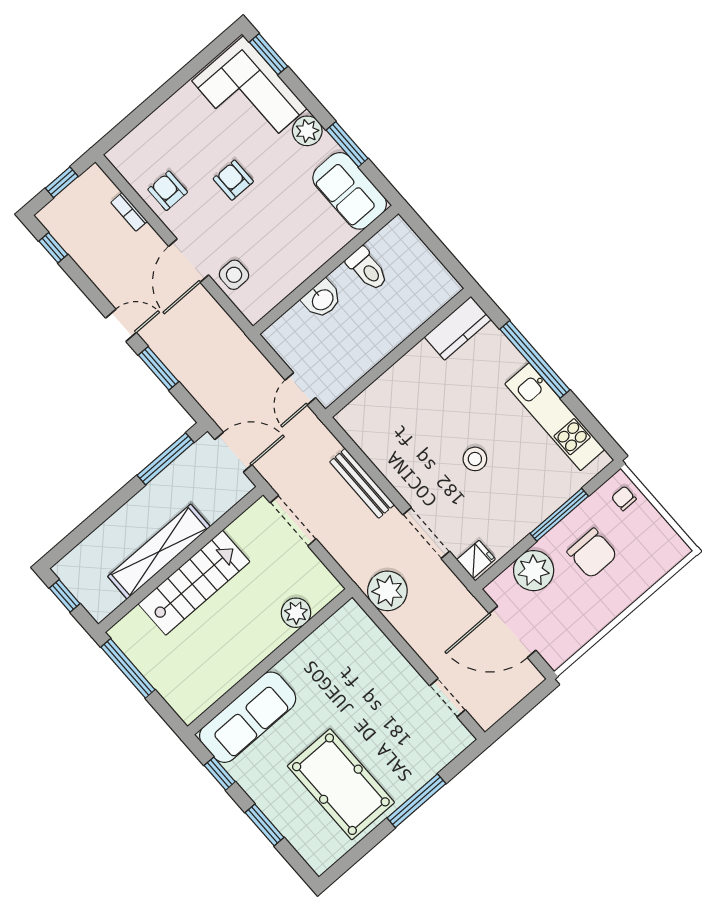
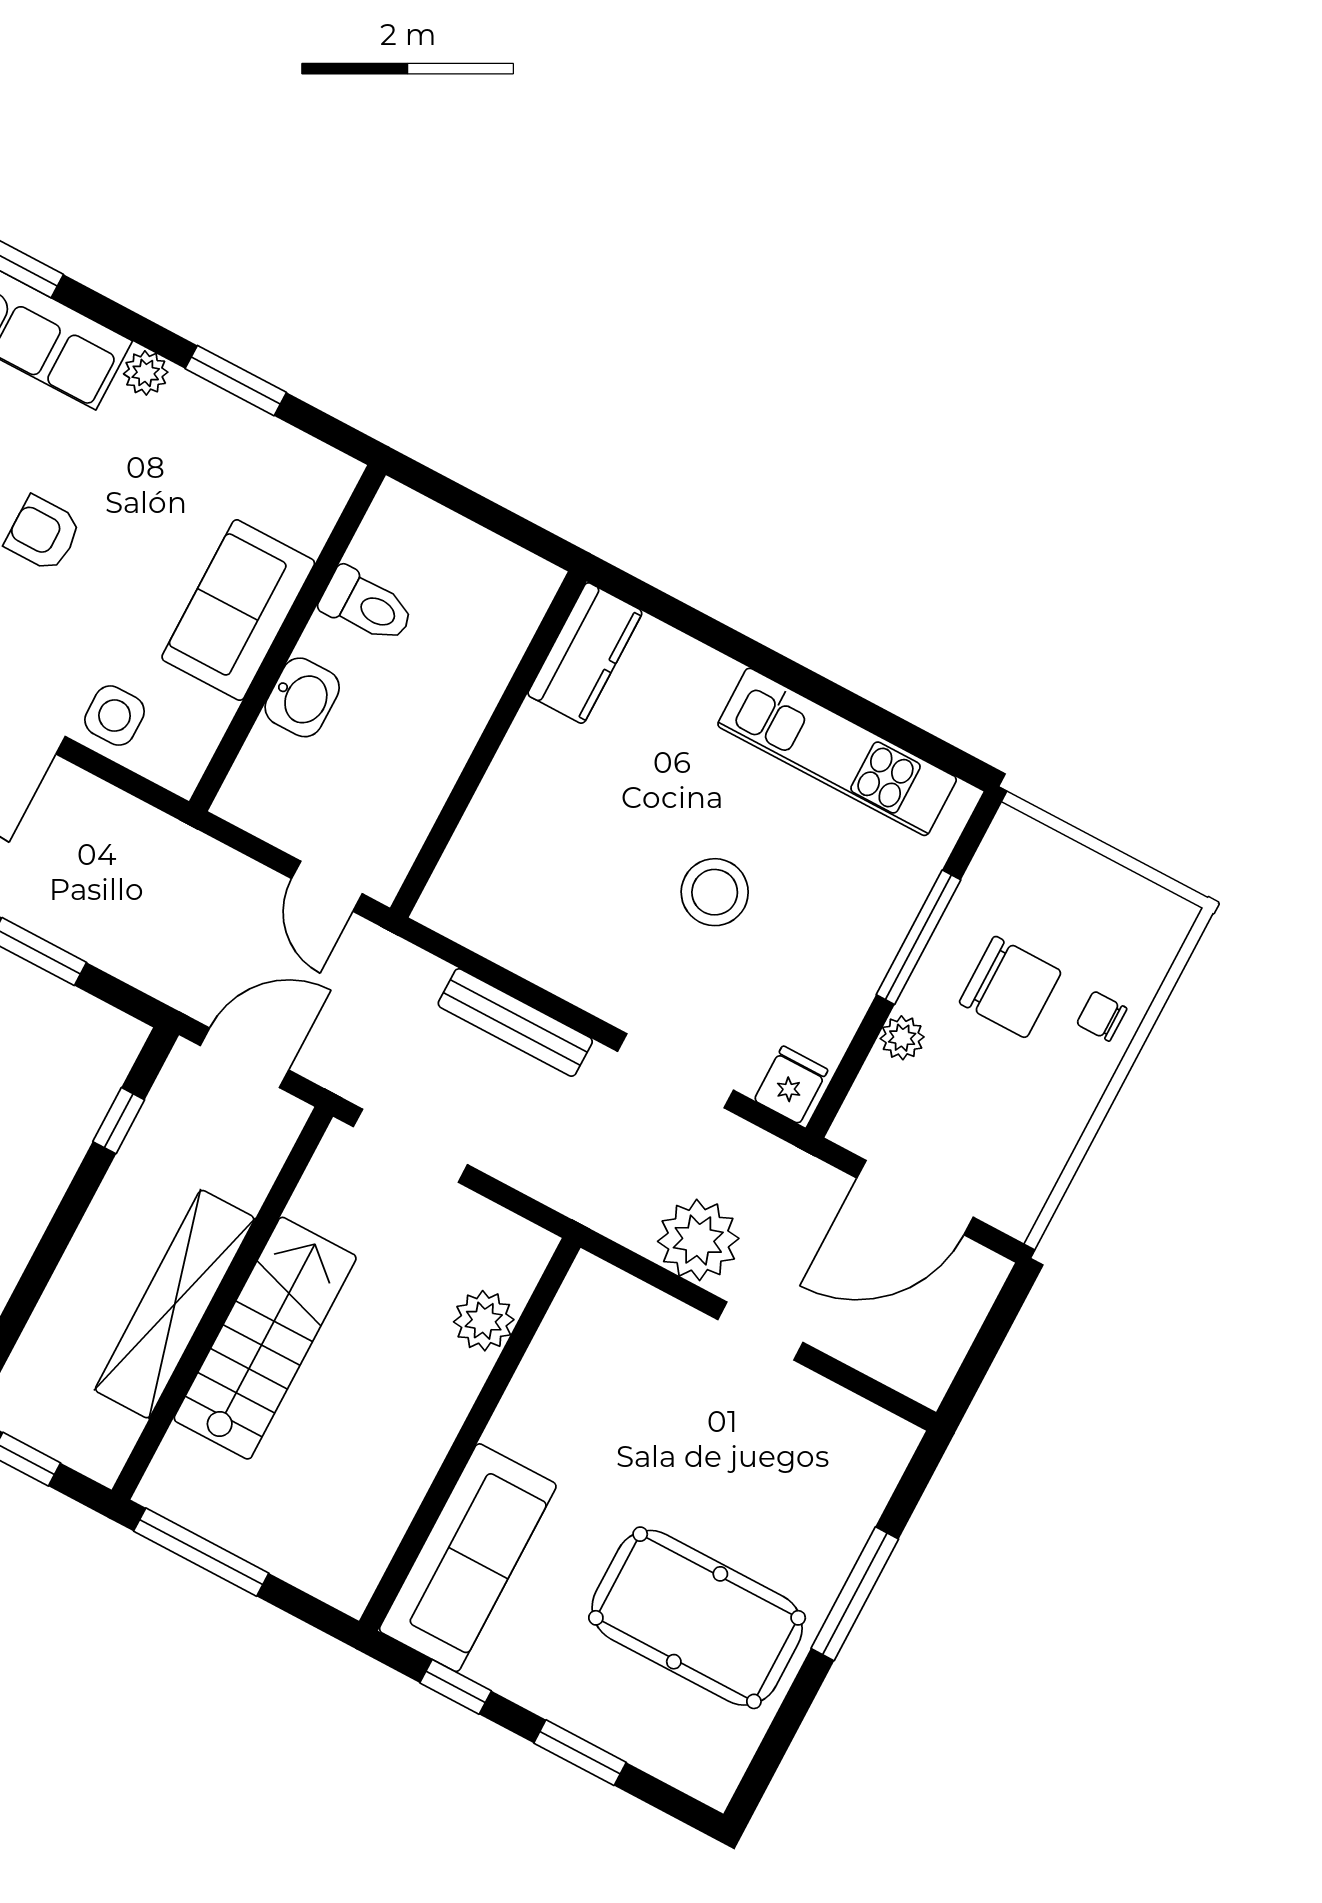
plant: (307, 131) -> (146, 373), width x0.73, depth x0.73
sofa: (350, 191) -> (238, 610), moved, turned 90
window: (535, 359) -> (757, 656), removed
window: (166, 459) -> (119, 1121), width x0.46
stool: (475, 459) -> (715, 892), width x1.38, depth x1.38
chair: (624, 498) -> (1102, 1016), moved
plant: (534, 571) -> (902, 1038), width x0.53, depth x0.53
plant: (387, 591) -> (698, 1240), moved
doorway: (447, 698) -> (760, 1331), moved

